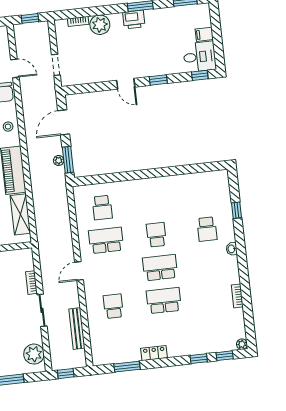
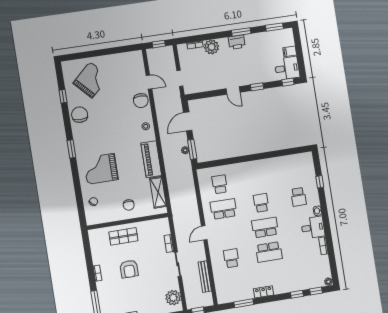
school desk: (102, 208) -> (220, 184), turned 180
desk: (224, 271) -> (313, 227), added
school desk: (164, 301) -> (269, 252), turned 180

